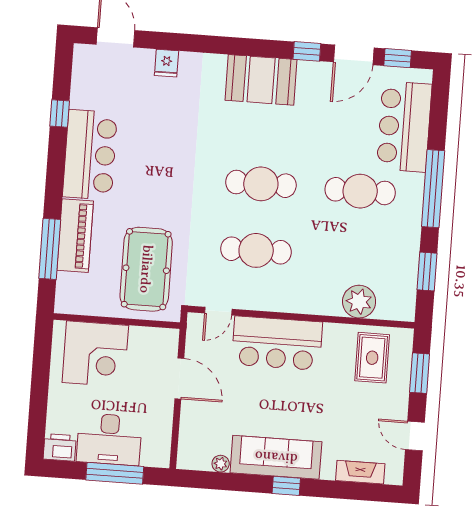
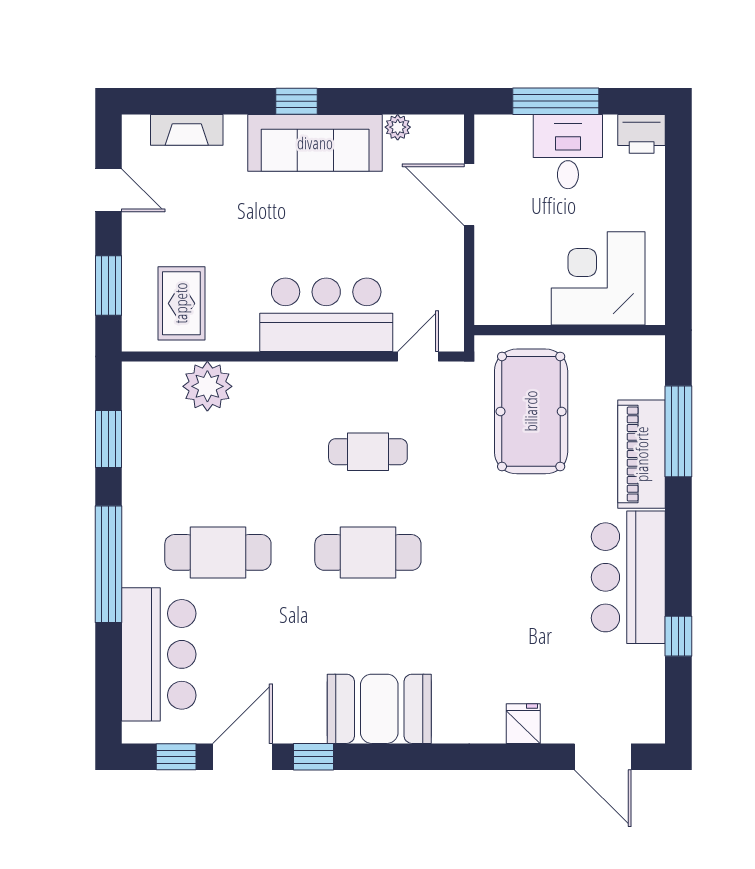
cafe table: (256, 250) -> (368, 452), width x0.73, depth x0.74
door: (179, 379) -> (469, 195), moved
desk: (109, 439) -> (568, 152), width x0.73

